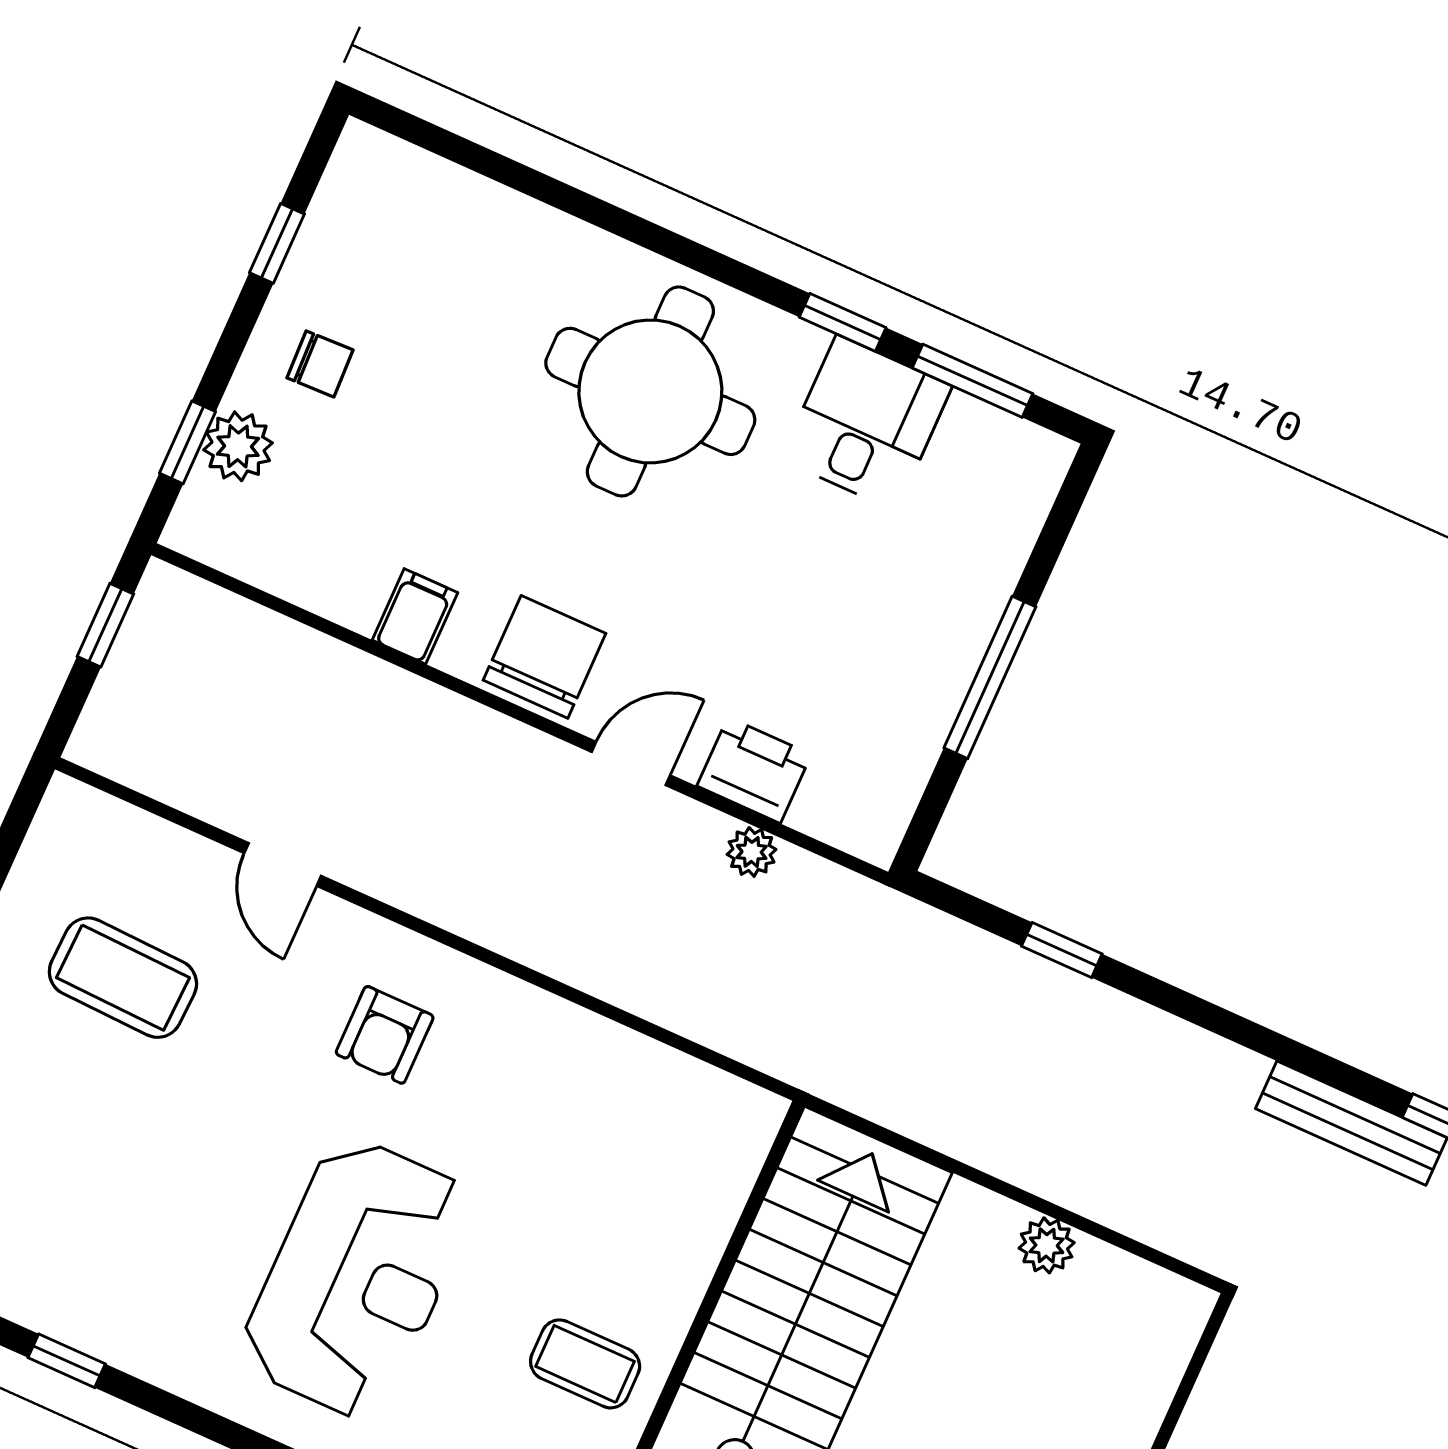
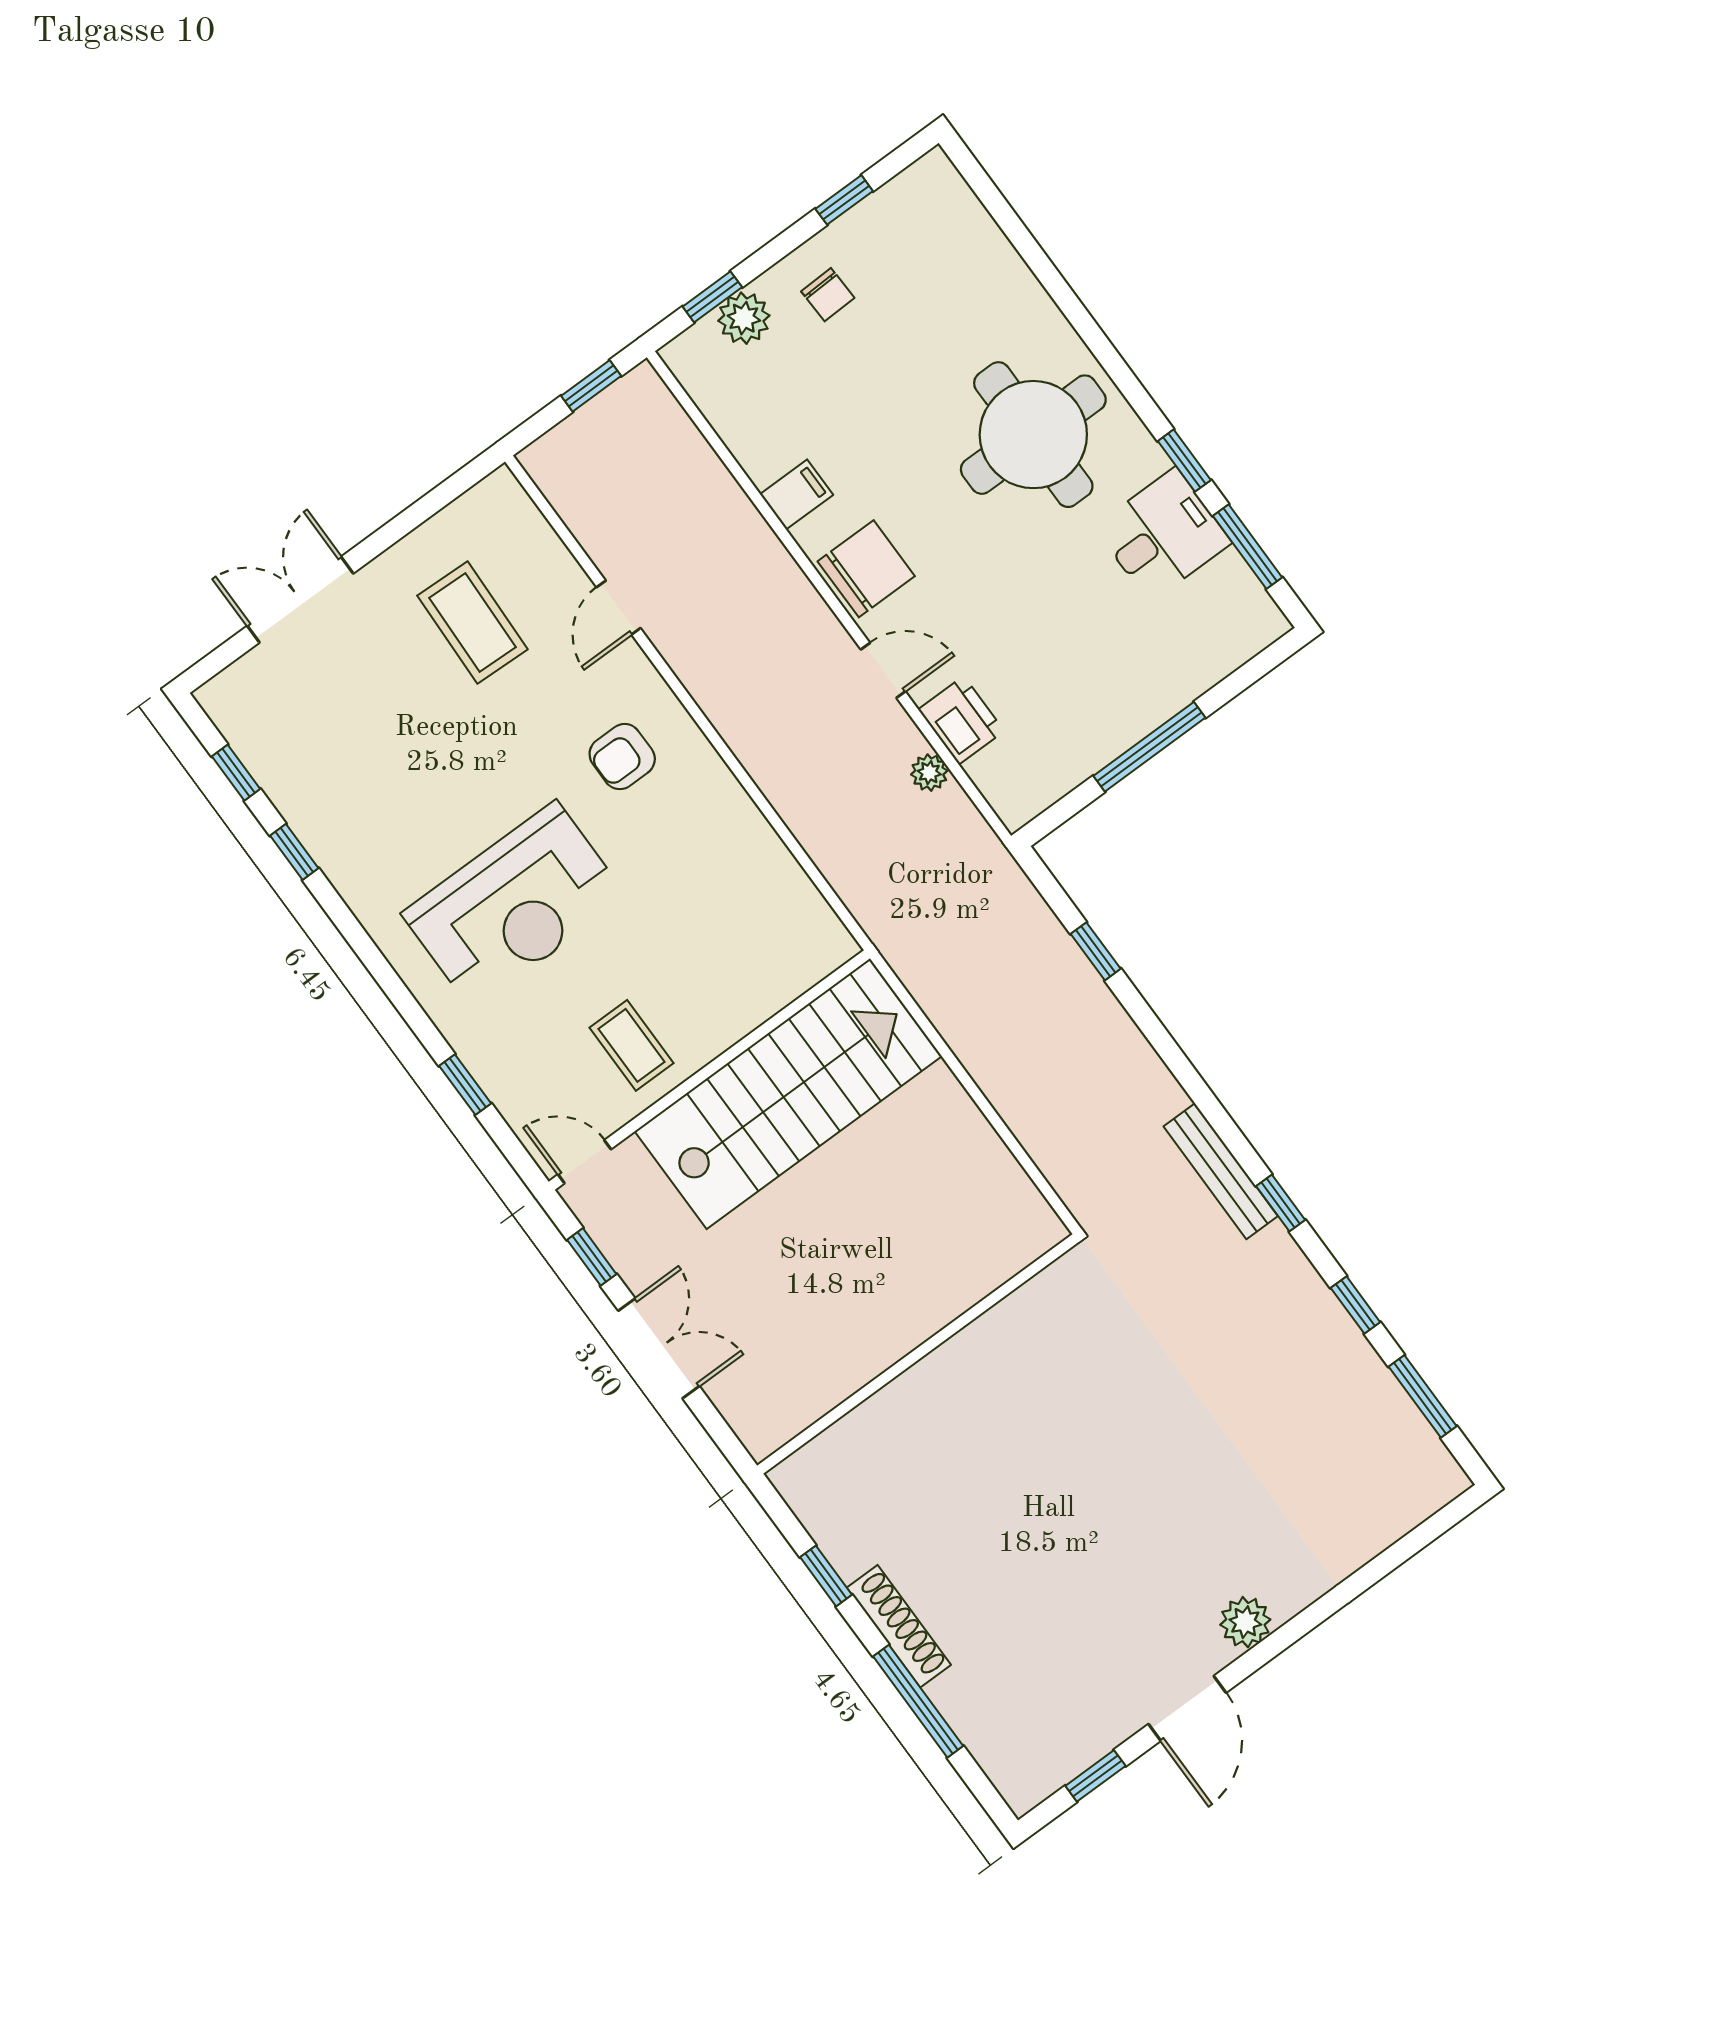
plant: (1047, 1245) -> (977, 1138), removed

